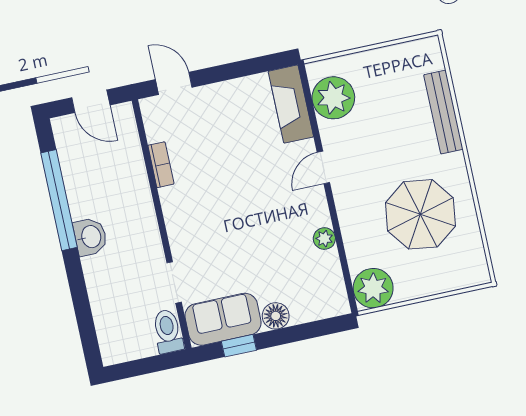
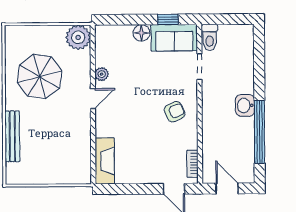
plant: (333, 98) -> (78, 159), removed
bookcase: (161, 165) -> (192, 164), moved
door: (323, 167) -> (93, 99), moved
armchair: (198, 204) -> (175, 112), added

